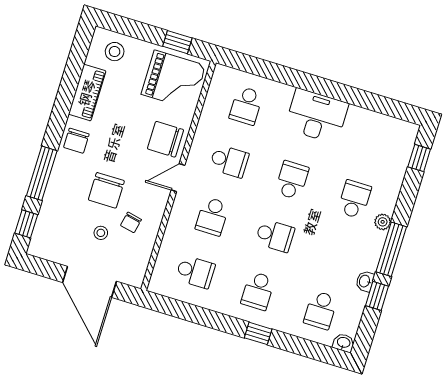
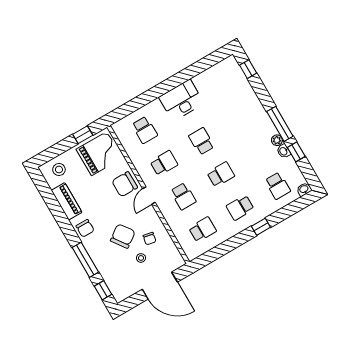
chair: (106, 190) -> (123, 236), turned -126
school desk: (354, 199) -> (239, 119), removed
plant: (383, 222) -> (277, 140), moved
school desk: (258, 291) -> (240, 208), turned 90

